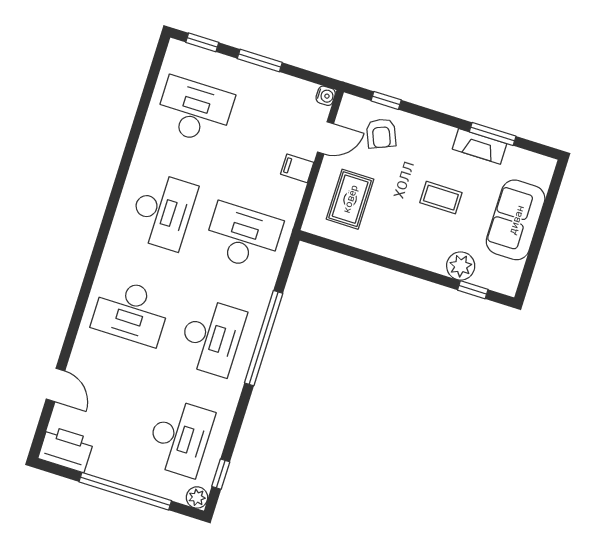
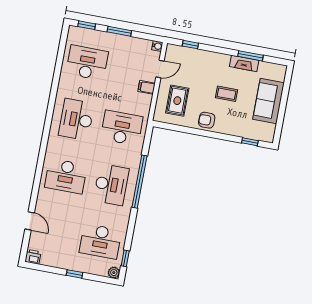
armchair: (381, 133) -> (207, 120), moved, turned 113
desk: (163, 211) -> (76, 119), turned 180
plant: (461, 266) -> (242, 130), removed
desk: (180, 438) -> (100, 241), turned 90
printer: (66, 449) -> (33, 257), width x0.53, depth x0.68
window: (125, 491) -> (74, 274), width x0.32

